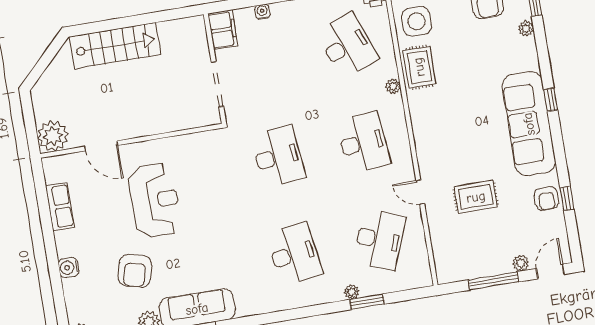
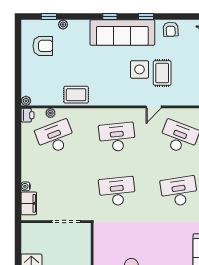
side table: (417, 21) -> (140, 69), moved
filing cabinet: (223, 30) -> (29, 203), moved, turned 90
plant: (393, 86) -> (50, 113), moved
armchair: (547, 198) -> (171, 29), turned 87
window: (567, 198) -> (146, 17), moved

